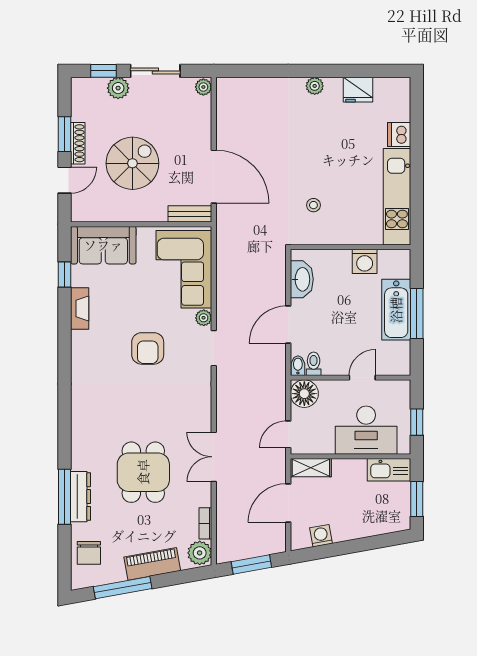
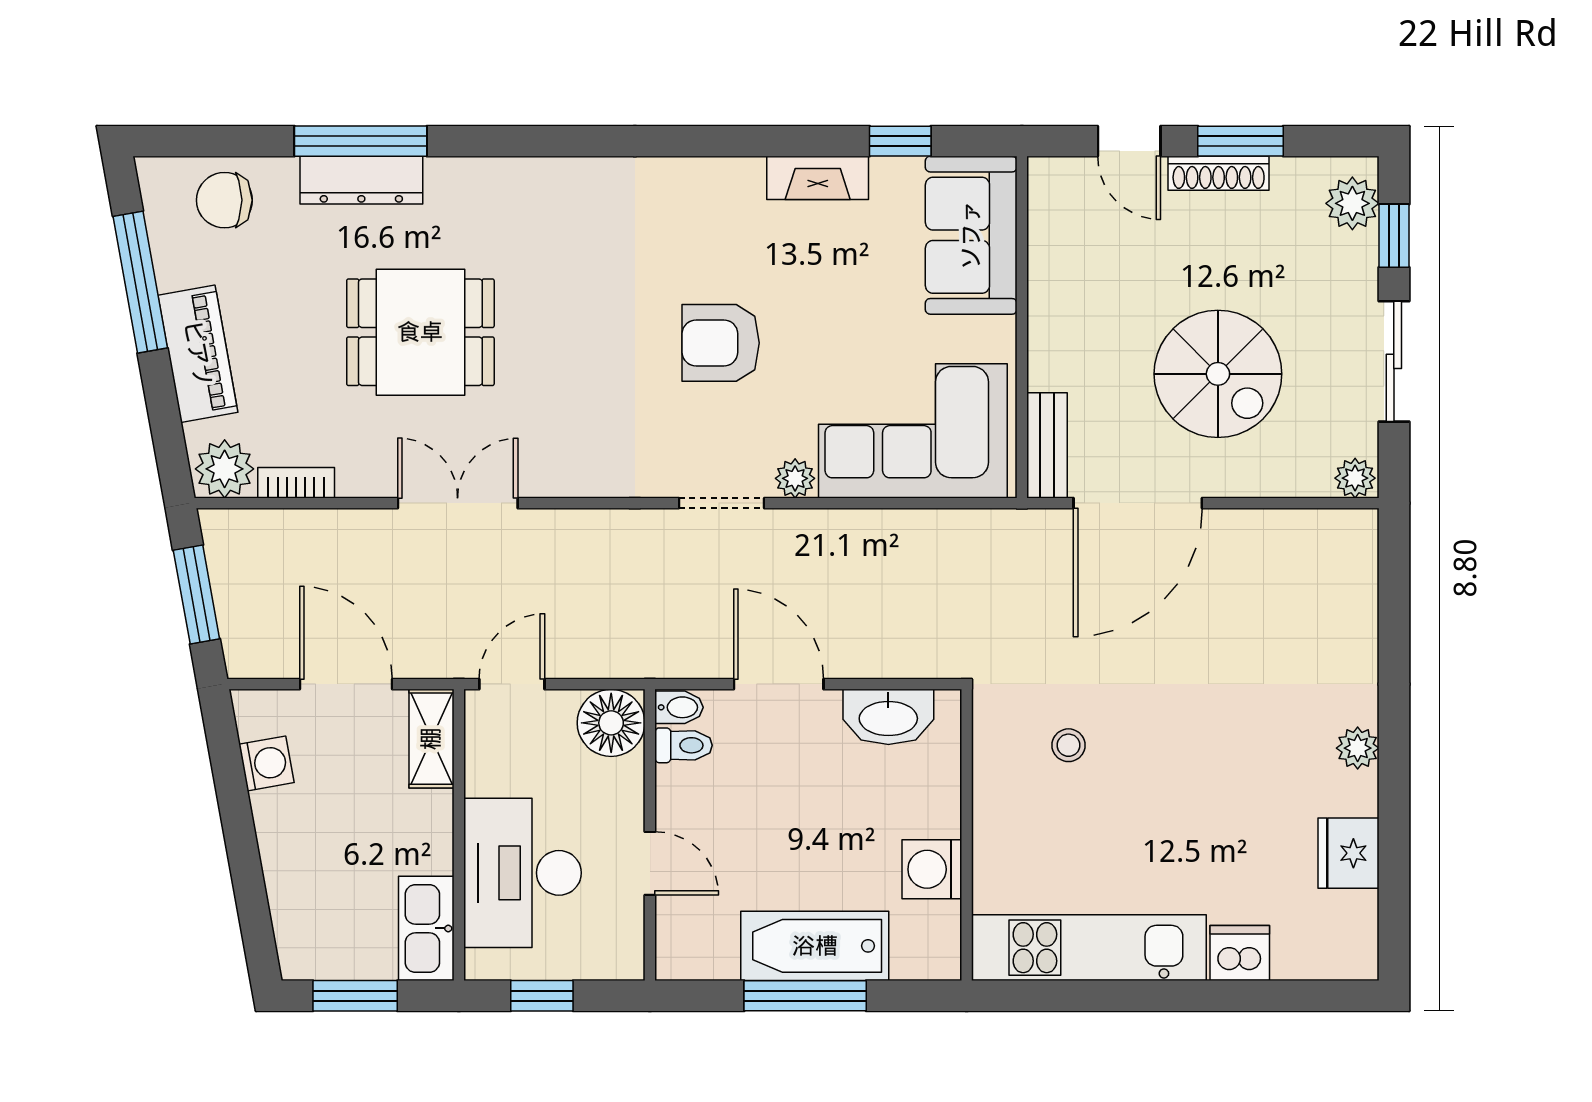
plant: (118, 88) -> (1352, 203), moved
spiral stairs: (132, 163) -> (1218, 374), moved
door: (288, 434) -> (512, 684), hinge flipped

